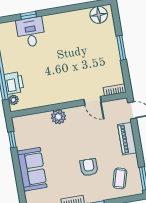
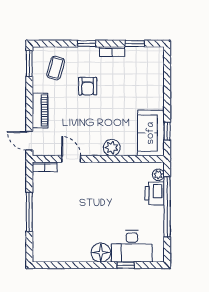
floor lamp: (99, 15) -> (101, 253), moved
desk: (31, 32) -> (132, 246), width x1.37
window: (121, 48) -> (29, 212), width x1.44
sofa: (32, 169) -> (151, 133), moved

